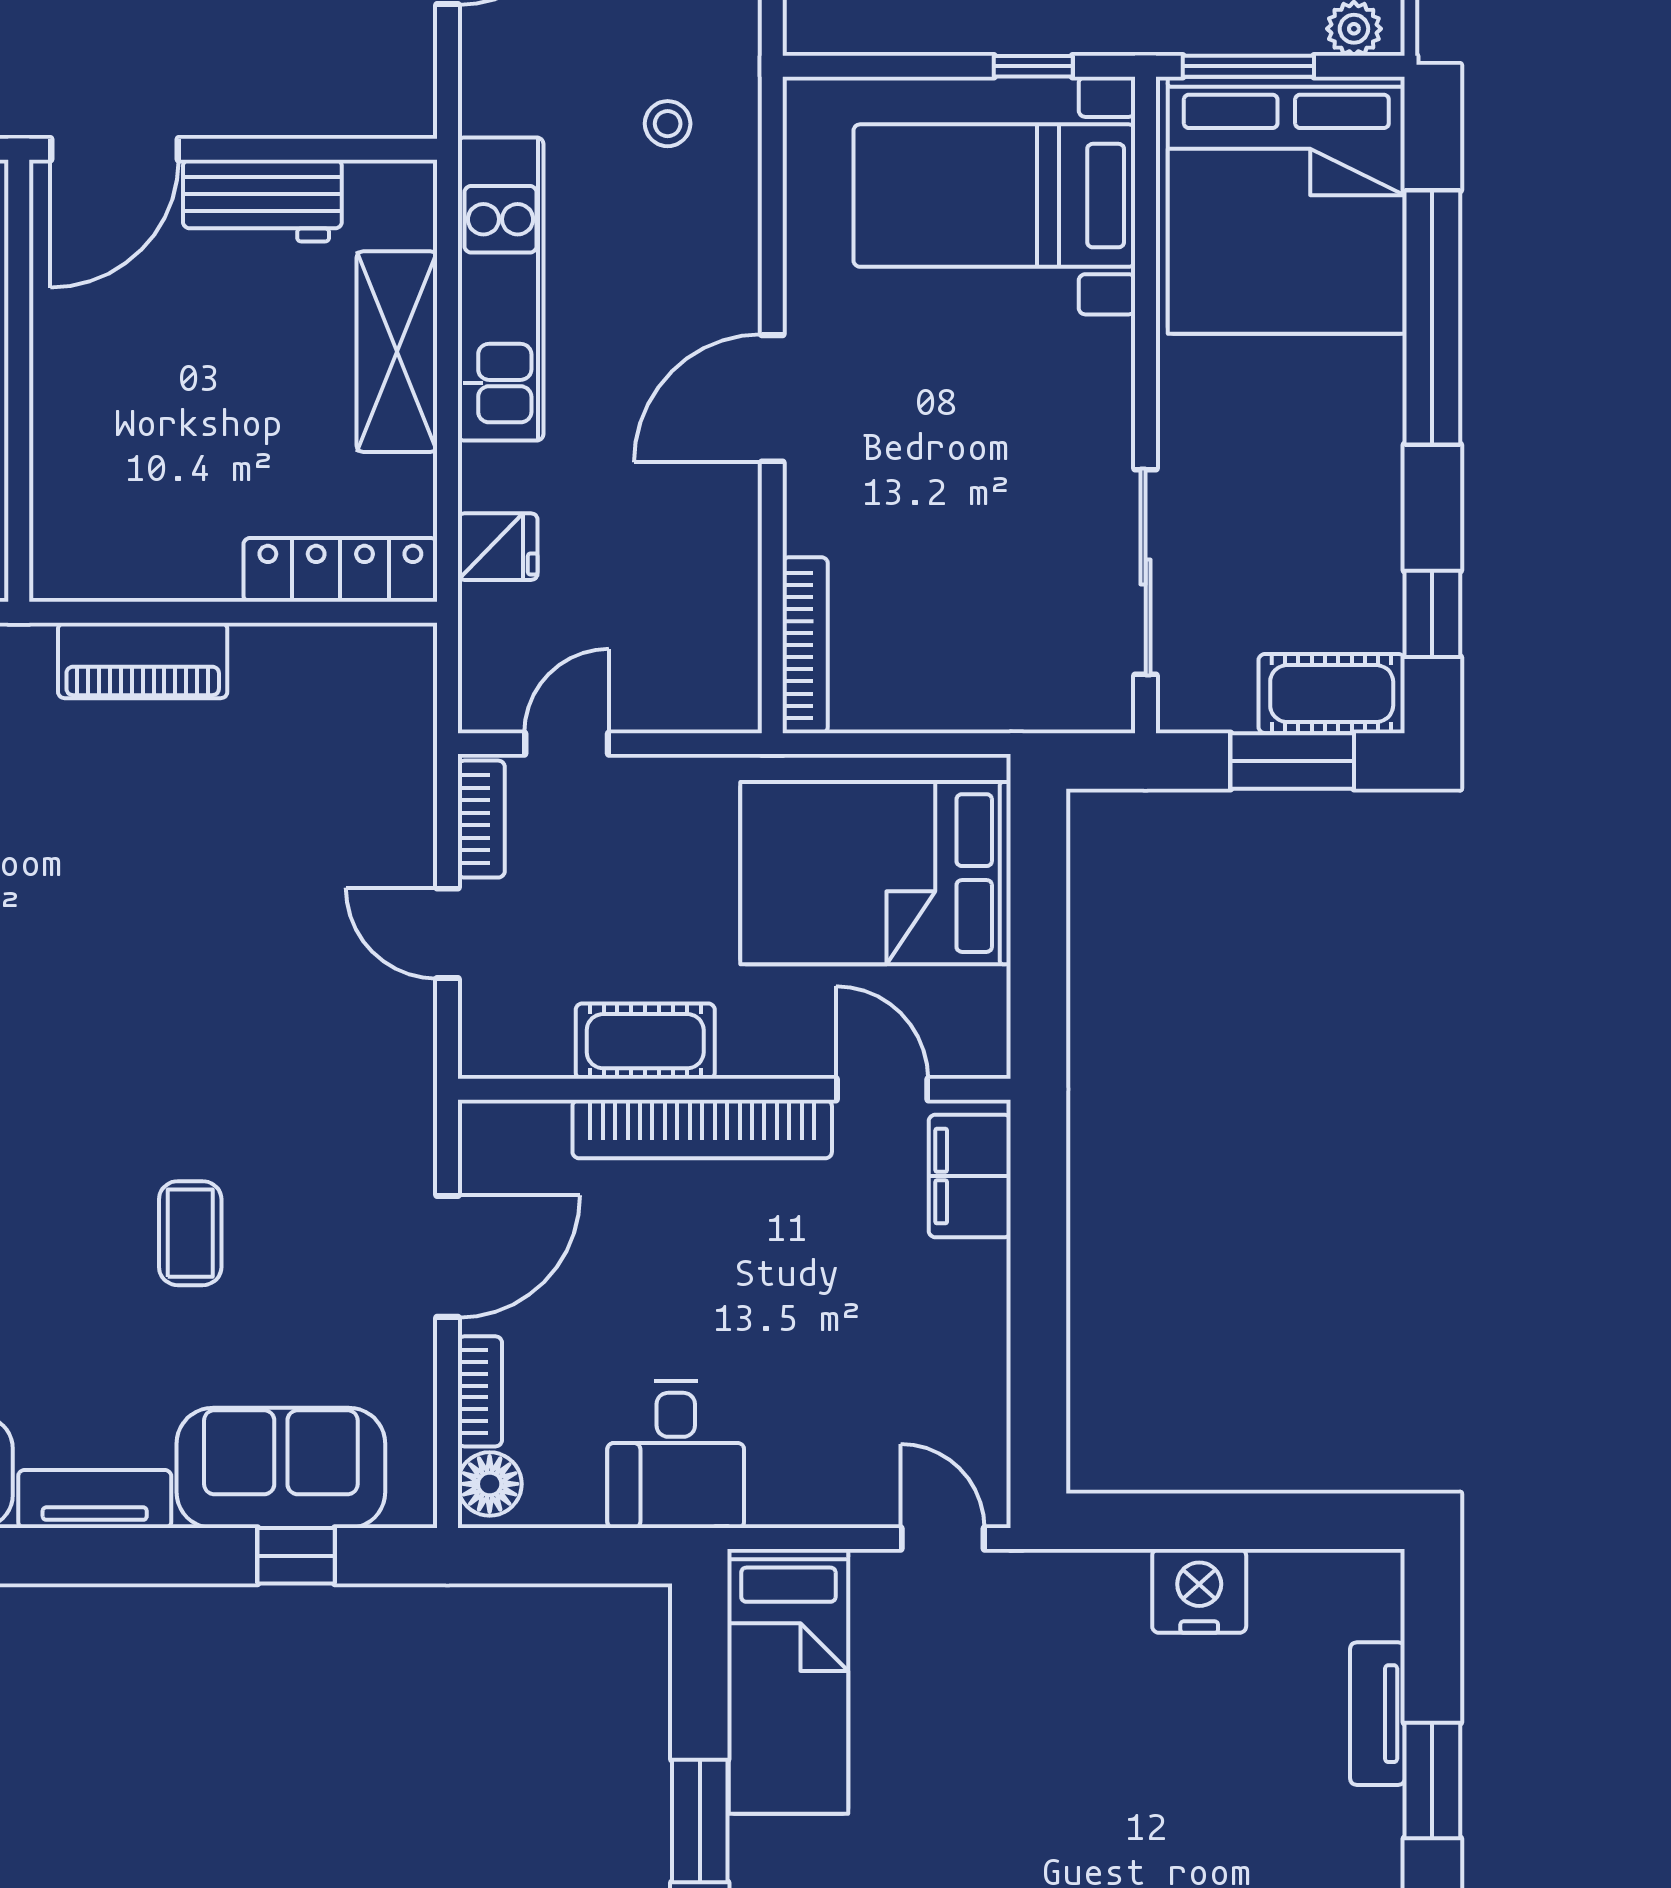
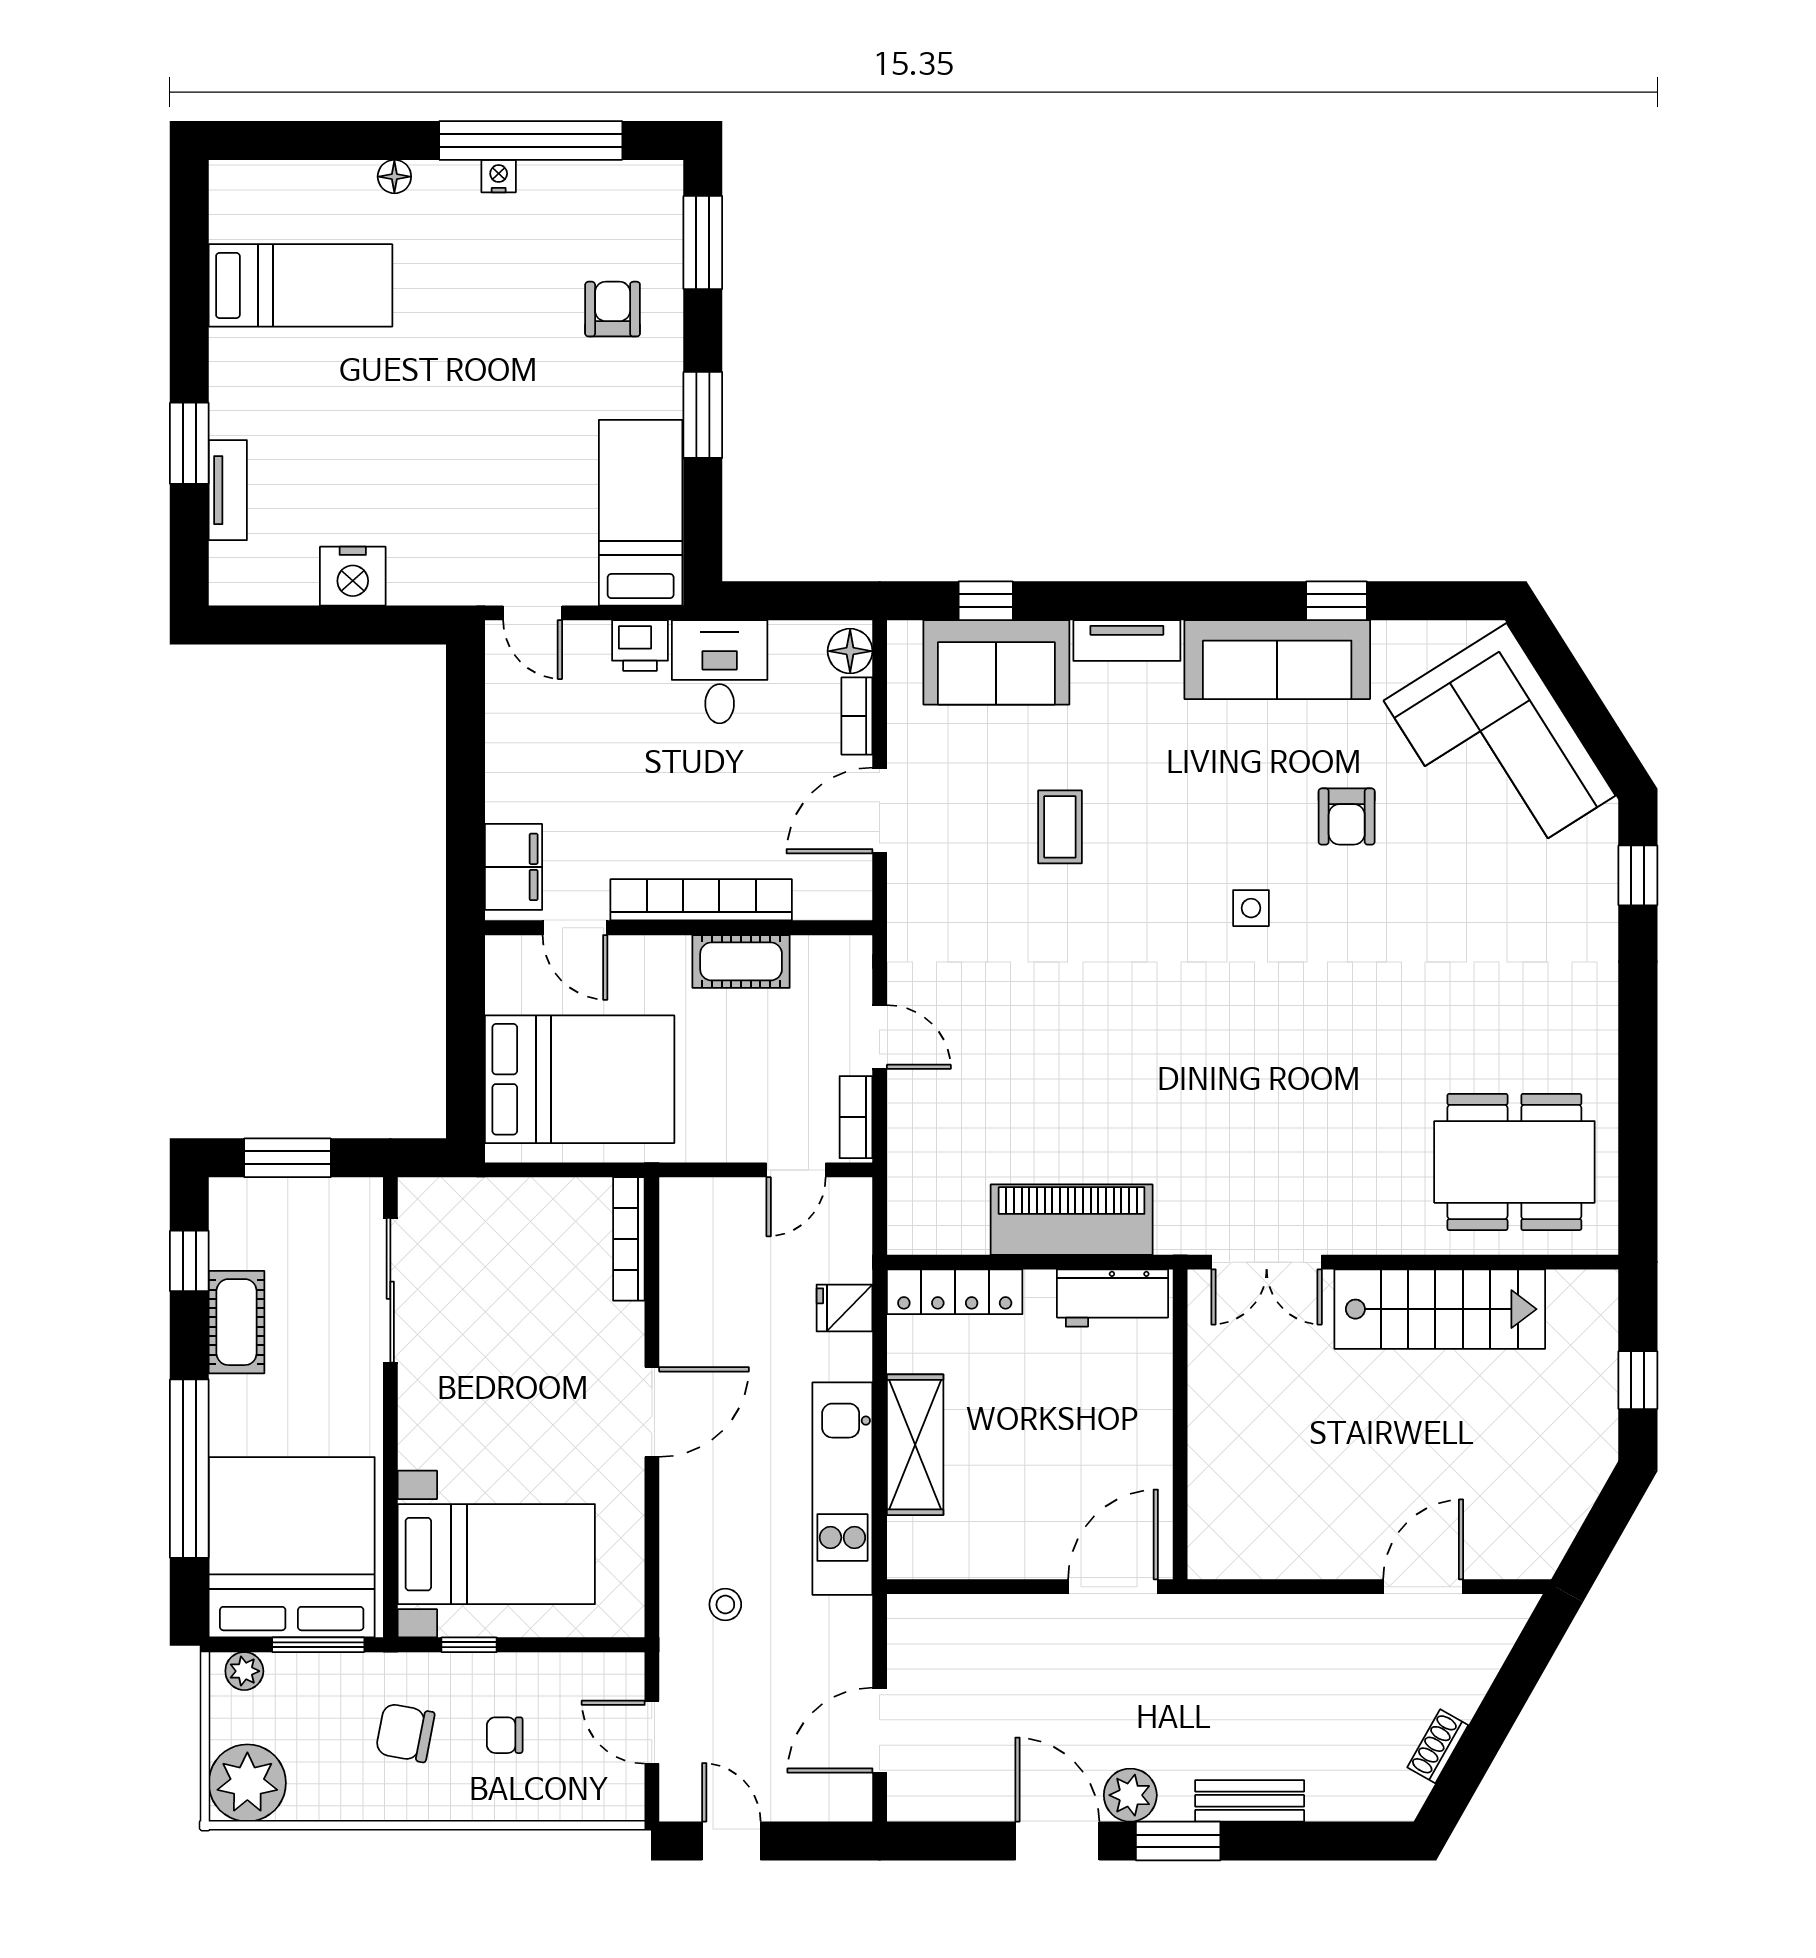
workbench: (262, 201) -> (1112, 1298), moved, turned 180
piano: (143, 660) -> (1072, 1220), width x1.37, depth x1.33
cot: (1332, 694) -> (237, 1322), moved, turned 90
printer: (789, 1492) -> (640, 645), added

